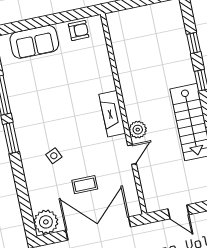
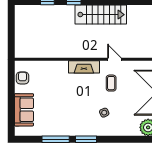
plant: (138, 130) -> (98, 52), removed
coffee table: (85, 185) -> (111, 83), moved

